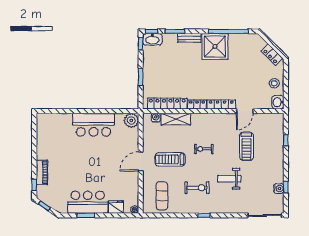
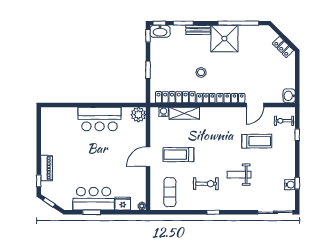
stool: (274, 83) -> (201, 72), moved
treadmill: (246, 146) -> (257, 141), turned -90
exercise bike: (204, 149) -> (284, 121), moved

